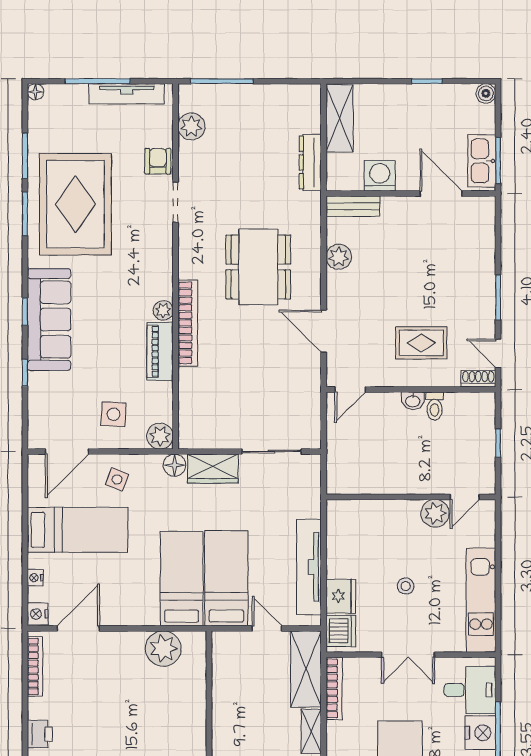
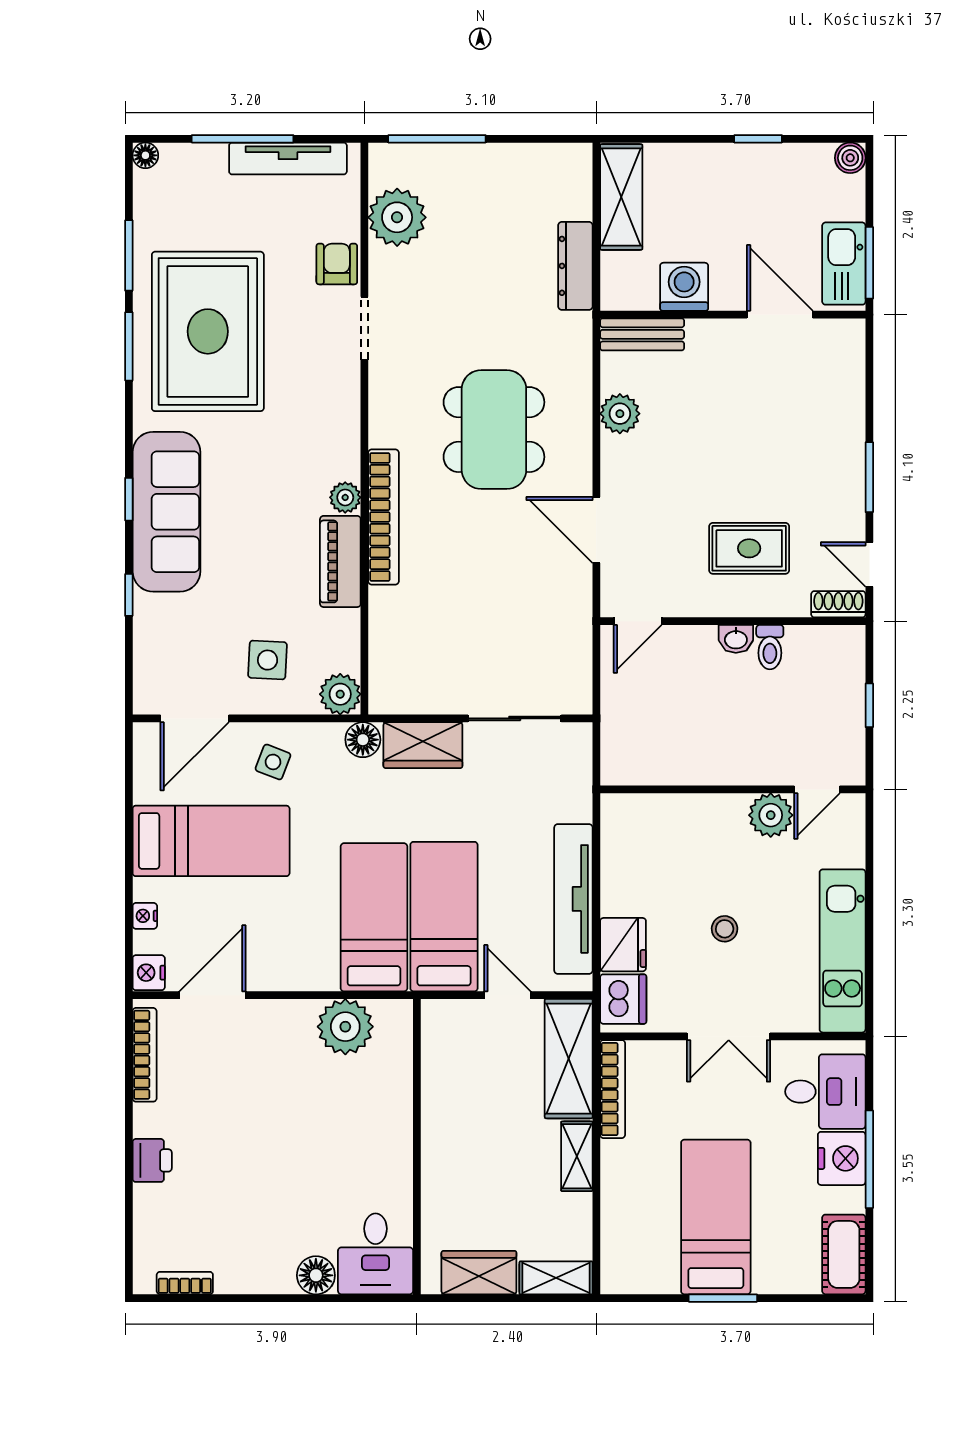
plant: (191, 126) -> (397, 217), width x1.36, depth x1.36

